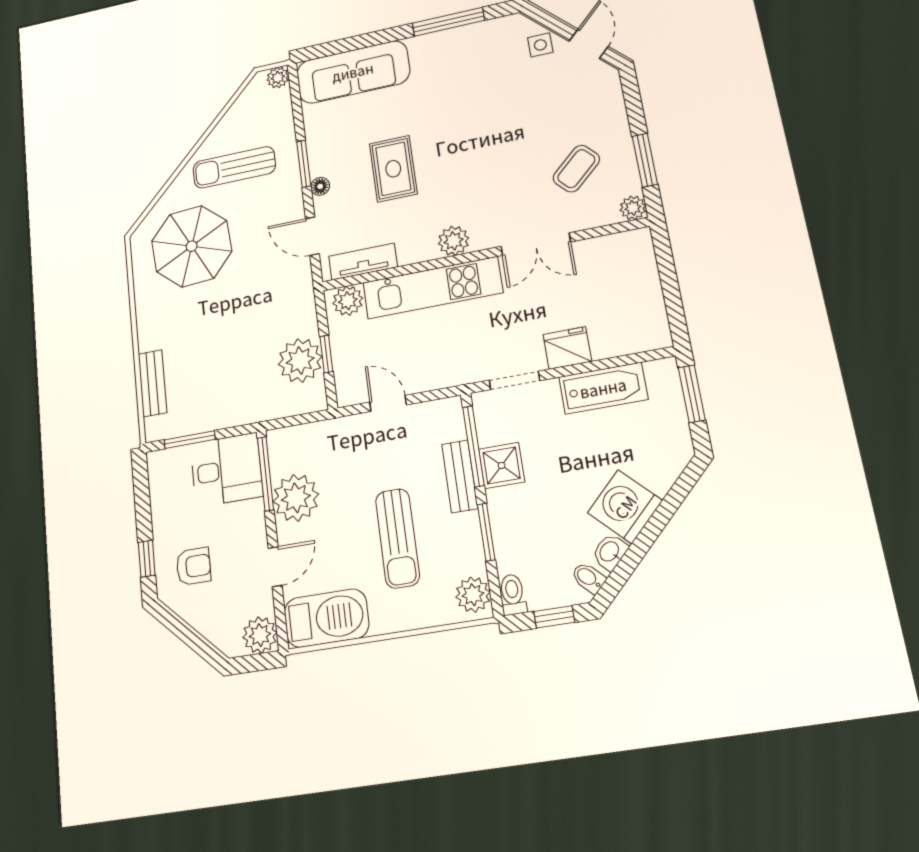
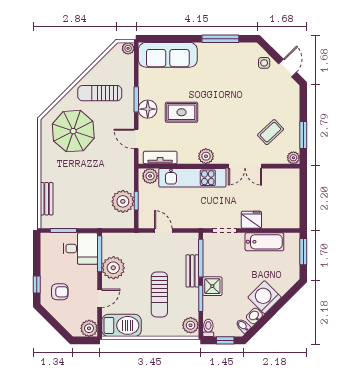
rug: (393, 169) -> (182, 112), turned 90
floor lamp: (320, 186) -> (148, 109), width x1.89, depth x1.89
shower: (502, 465) -> (212, 286), moved

